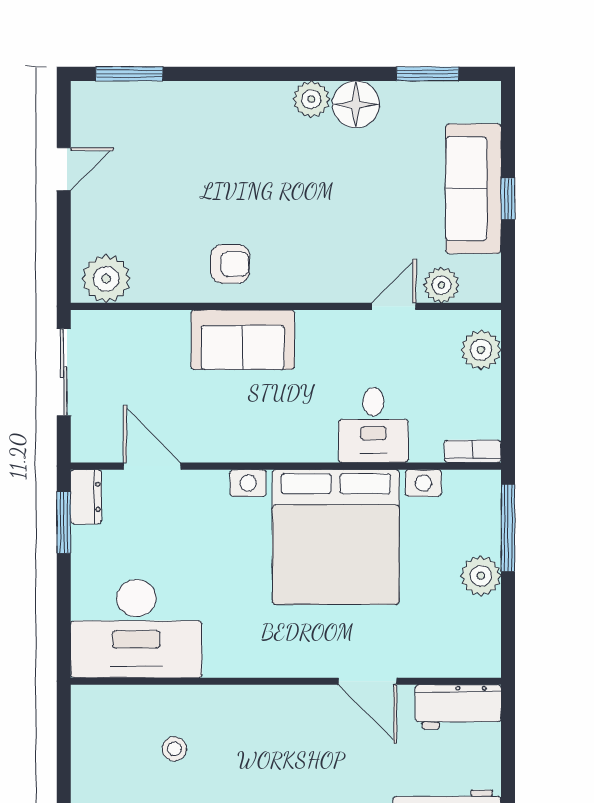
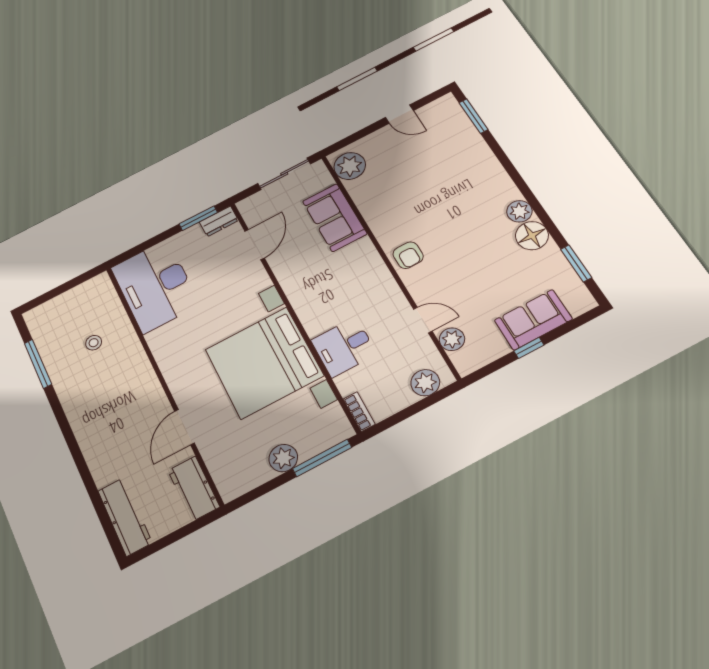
sofa: (473, 189) -> (533, 320), width x0.73
armchair: (230, 264) -> (408, 255), moved
sofa: (243, 340) -> (335, 217), moved

